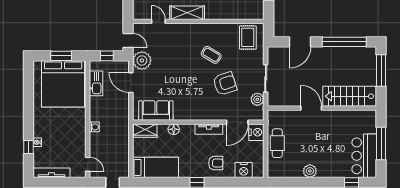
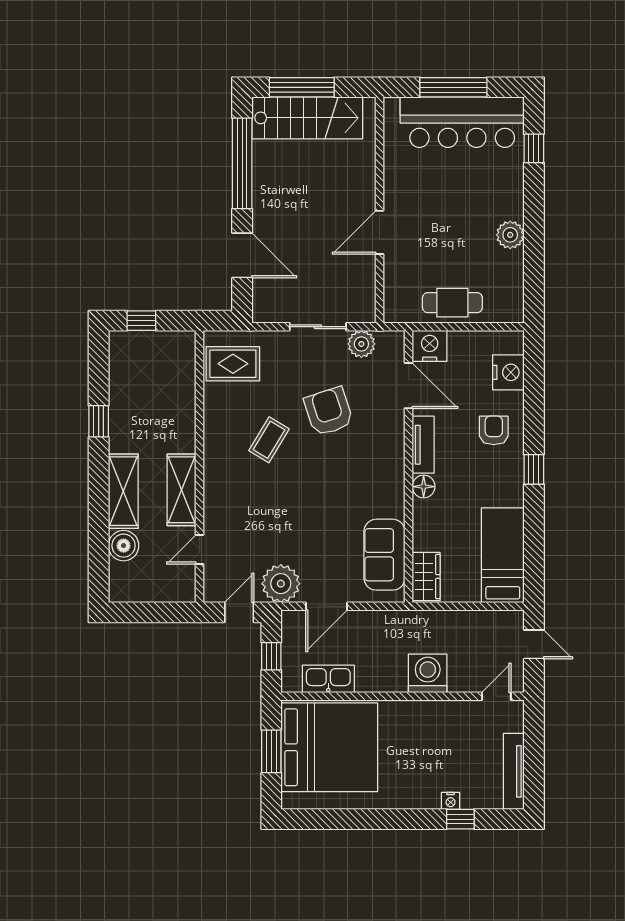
stairs: (350, 96) -> (307, 118), moved, turned -90
washing machine: (94, 127) -> (428, 673), width x1.89, depth x1.89
floor lamp: (174, 129) -> (424, 487), moved
bar counter: (364, 156) -> (462, 122), width x1.36

